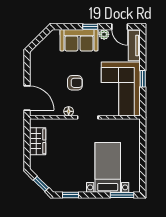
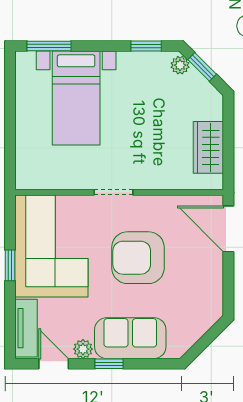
armchair: (75, 83) -> (138, 258), width x1.88, depth x1.88
floor lamp: (69, 111) -> (150, 204), removed
plant: (53, 185) -> (180, 65), added

